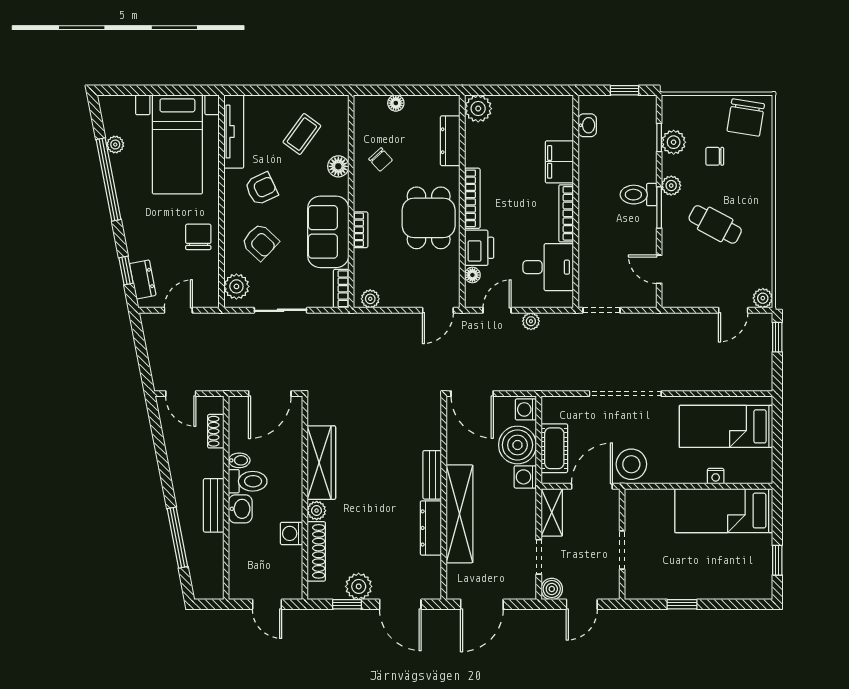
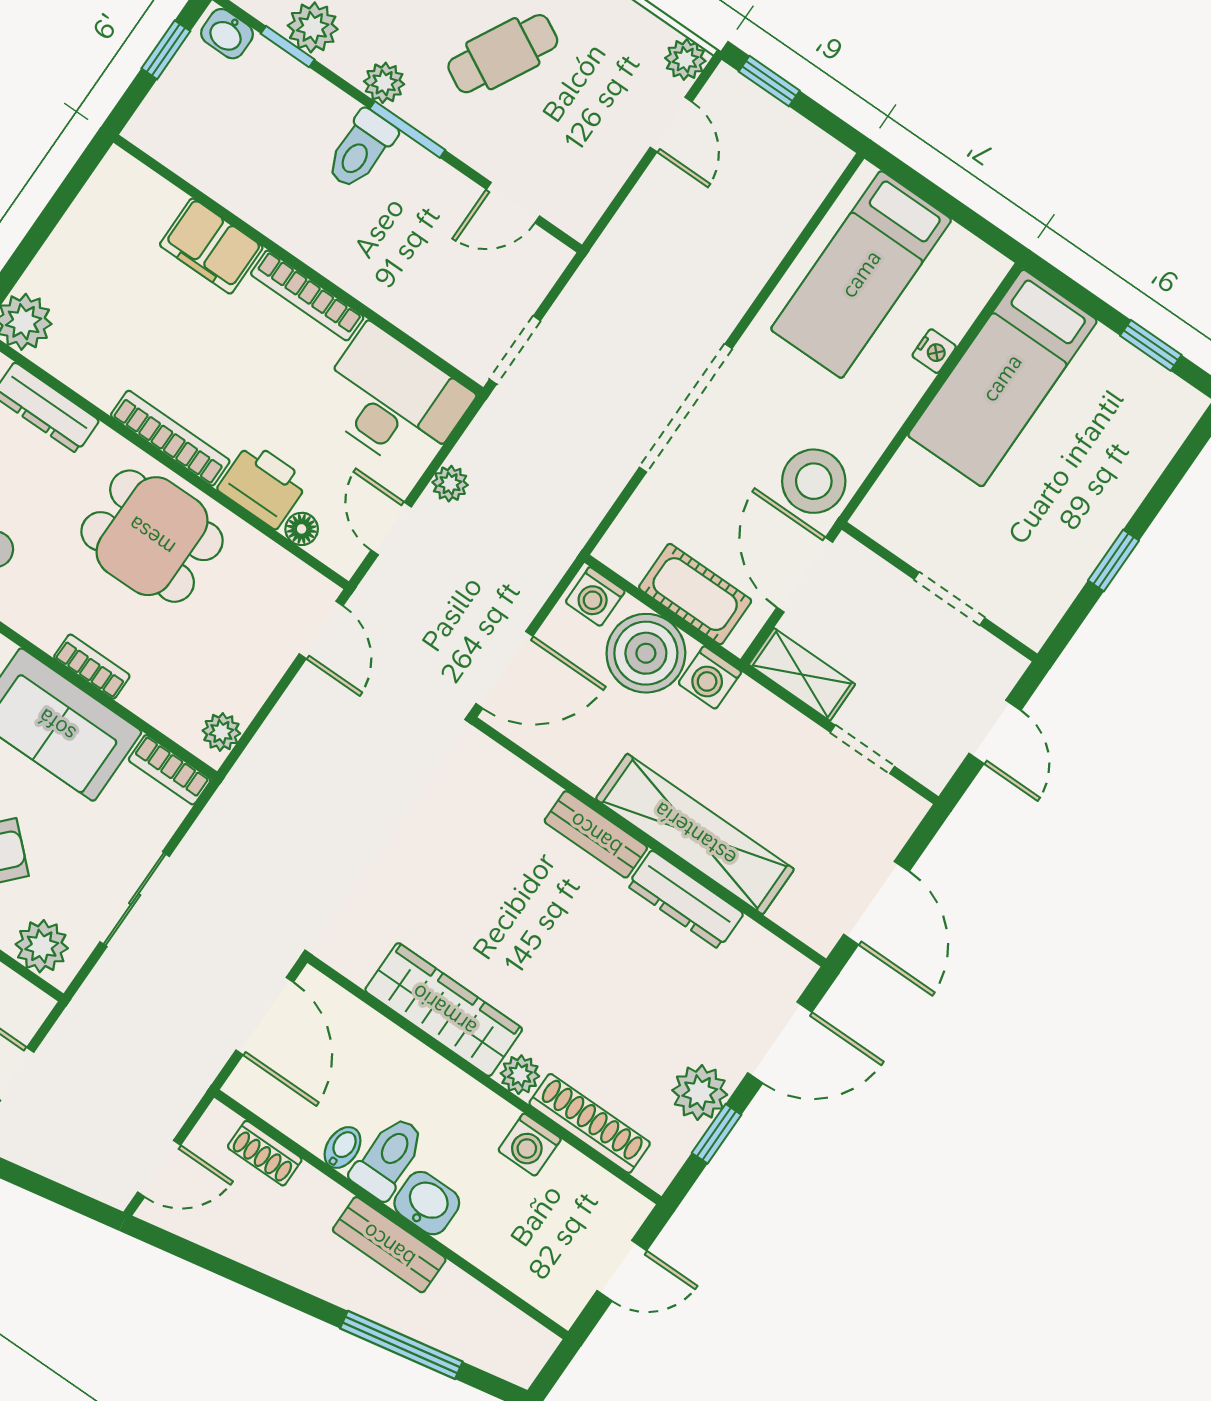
washbasin: (587, 125) -> (227, 34), moved, turned 180
desk: (548, 267) -> (393, 400), width x1.37
boiler: (552, 589) -> (933, 765), removed

